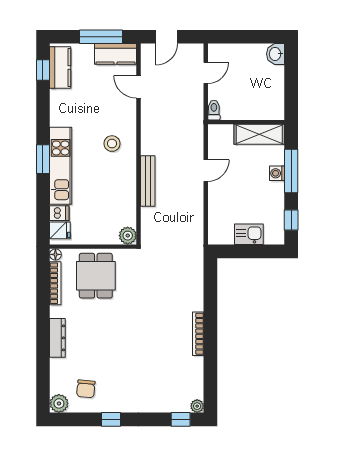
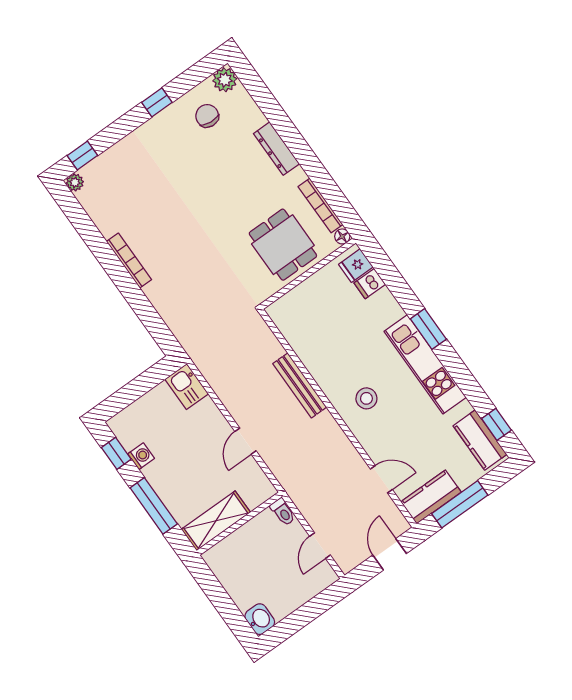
kitchen unit: (61, 166) -> (425, 364), moved
washing machine: (277, 173) -> (141, 456), moved
kitchen sink: (249, 234) -> (187, 387), moved, turned 90
plant: (128, 236) -> (279, 312), removed

